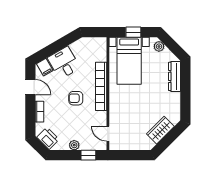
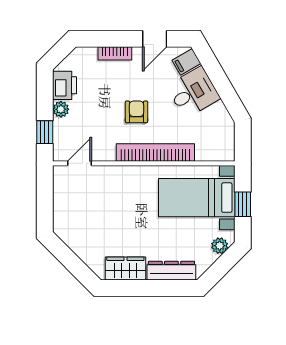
wardrobe: (160, 130) -> (125, 269), moved, turned -45
printer: (48, 138) -> (65, 85), moved, turned -45

